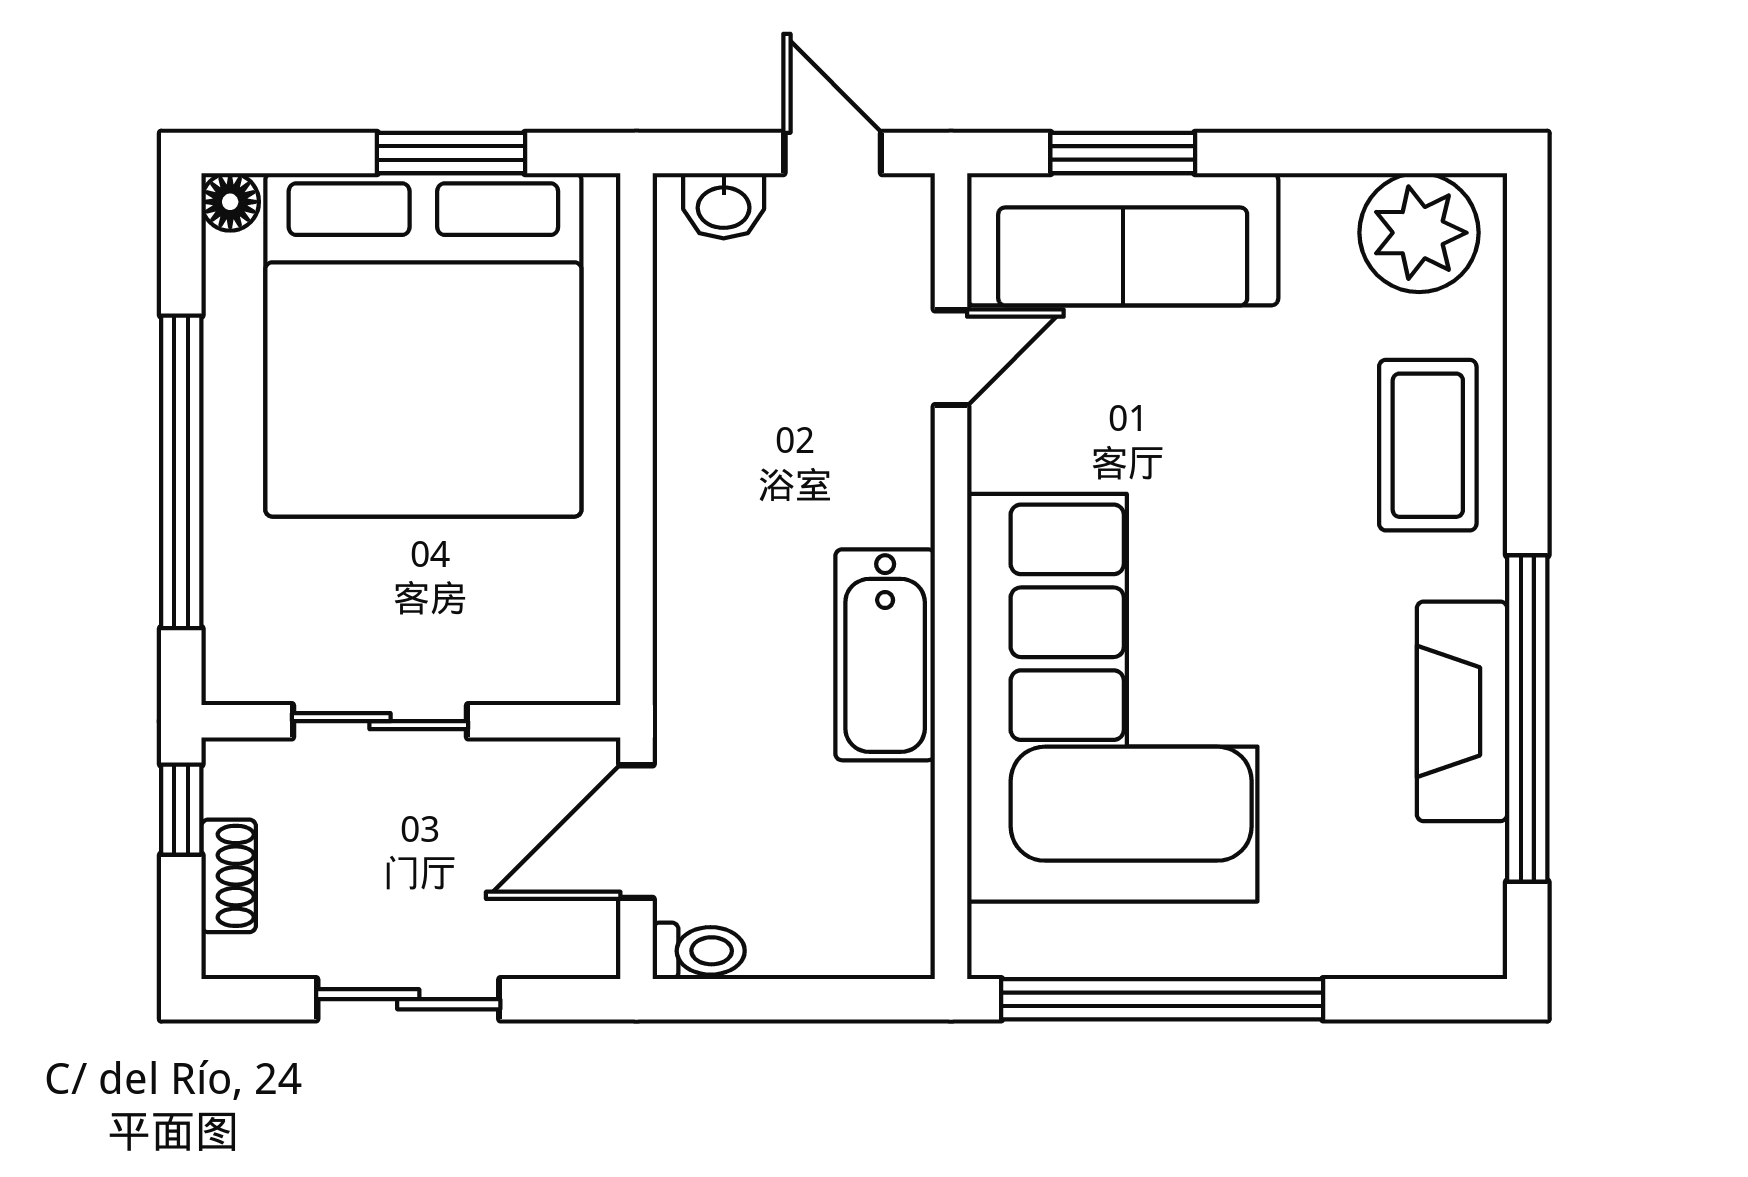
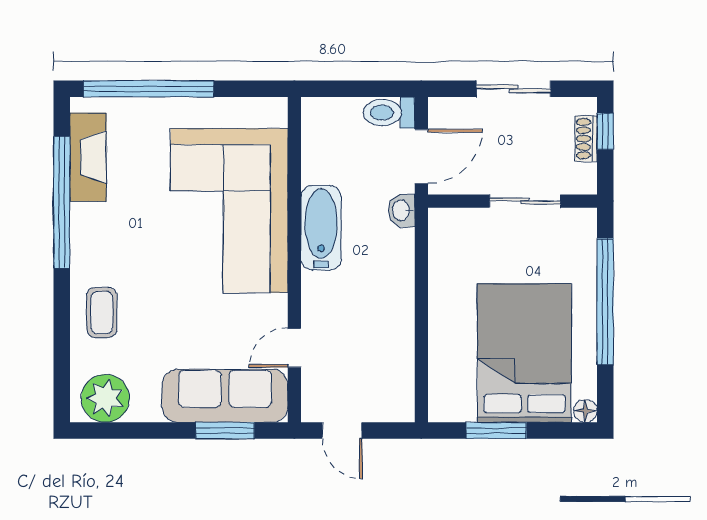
washbasin: (724, 206) -> (402, 210), moved, turned -90
bed: (423, 345) -> (524, 353), width x0.73
coffee table: (1428, 445) -> (102, 313), width x0.73, depth x0.77
fireplace: (1462, 711) -> (88, 157), moved
window: (181, 810) -> (605, 131), moved
toilet: (699, 951) -> (389, 113), width x1.37, depth x1.39
window: (1162, 999) -> (149, 89), moved

